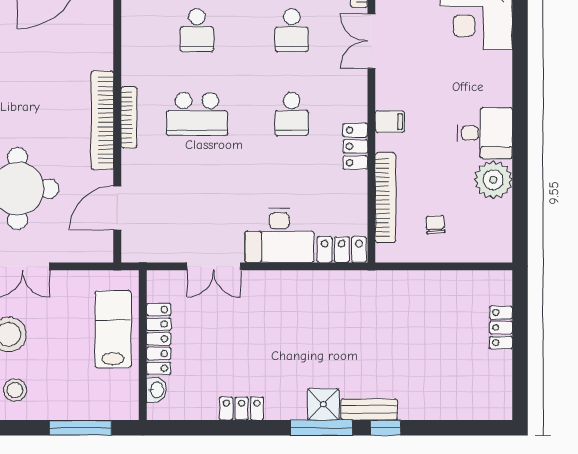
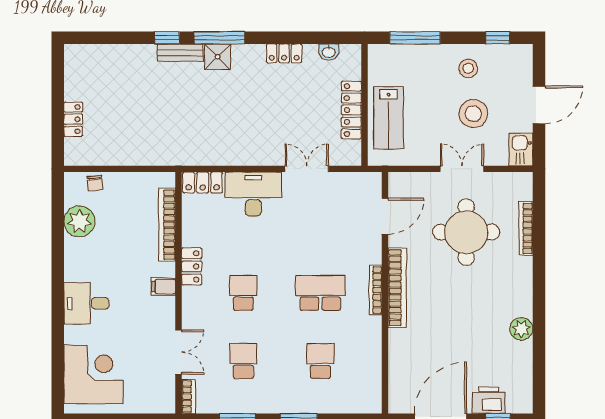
desk: (485, 133) -> (86, 303), moved
plant: (493, 180) -> (79, 221), moved
chair: (435, 225) -> (95, 183), moved
washbasin: (156, 390) -> (329, 52), moved, turned -90

